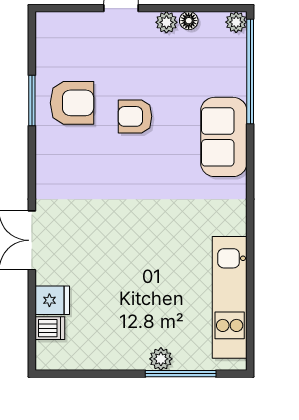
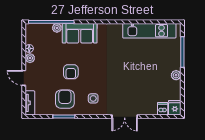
tv unit: (63, 22) -> (30, 103), added
plant: (236, 22) -> (57, 28), moved
side table: (74, 168) -> (93, 98), added
fridge: (52, 300) -> (175, 108), moved
plant: (161, 359) -> (176, 75), moved

